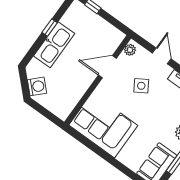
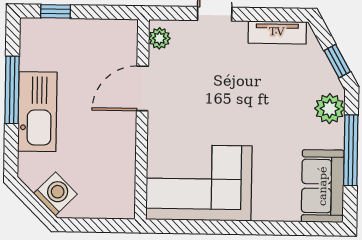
window: (50, 28) -> (12, 90), width x2.17
side table: (141, 86) -> (215, 82), removed

